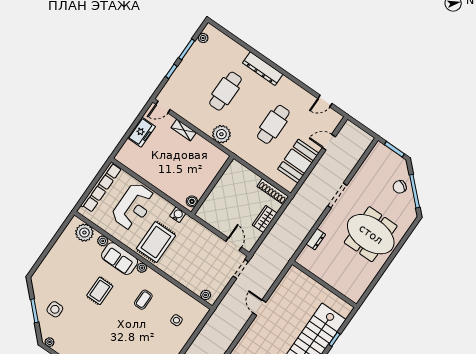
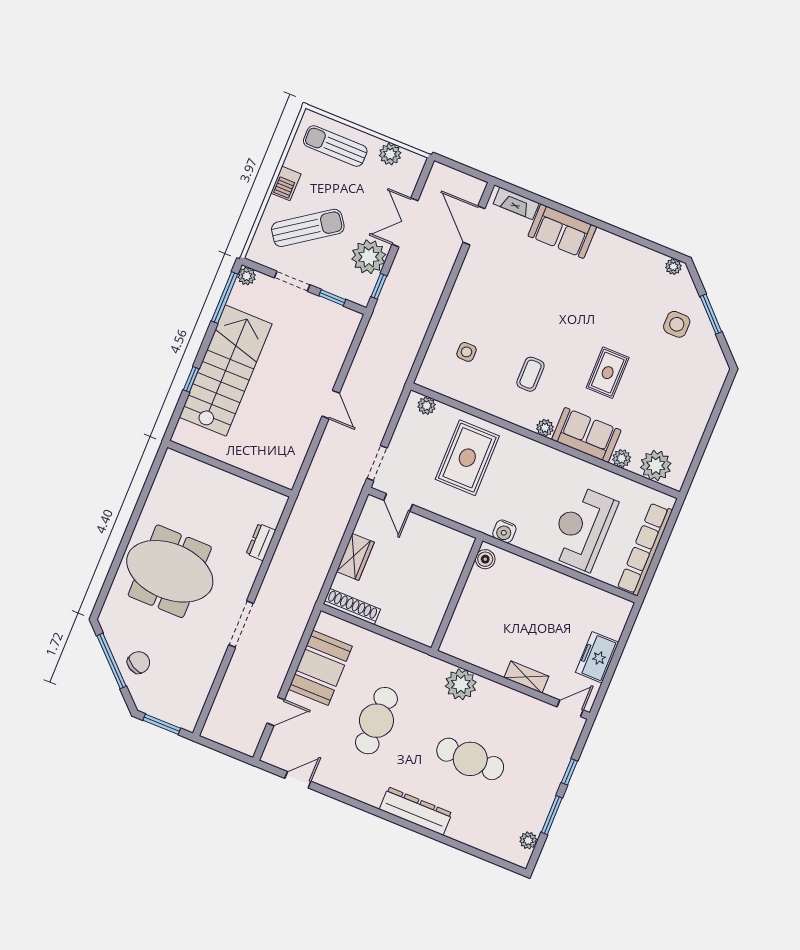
cafe table: (225, 91) -> (470, 759), turned 90
rug: (156, 242) -> (467, 458), moved

